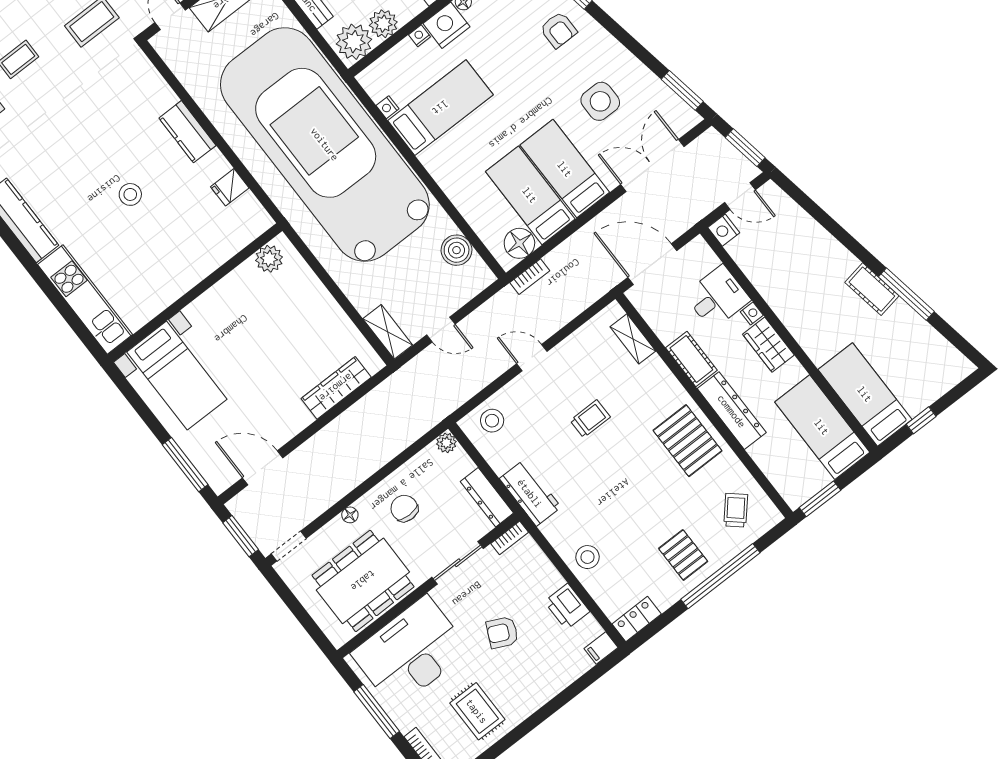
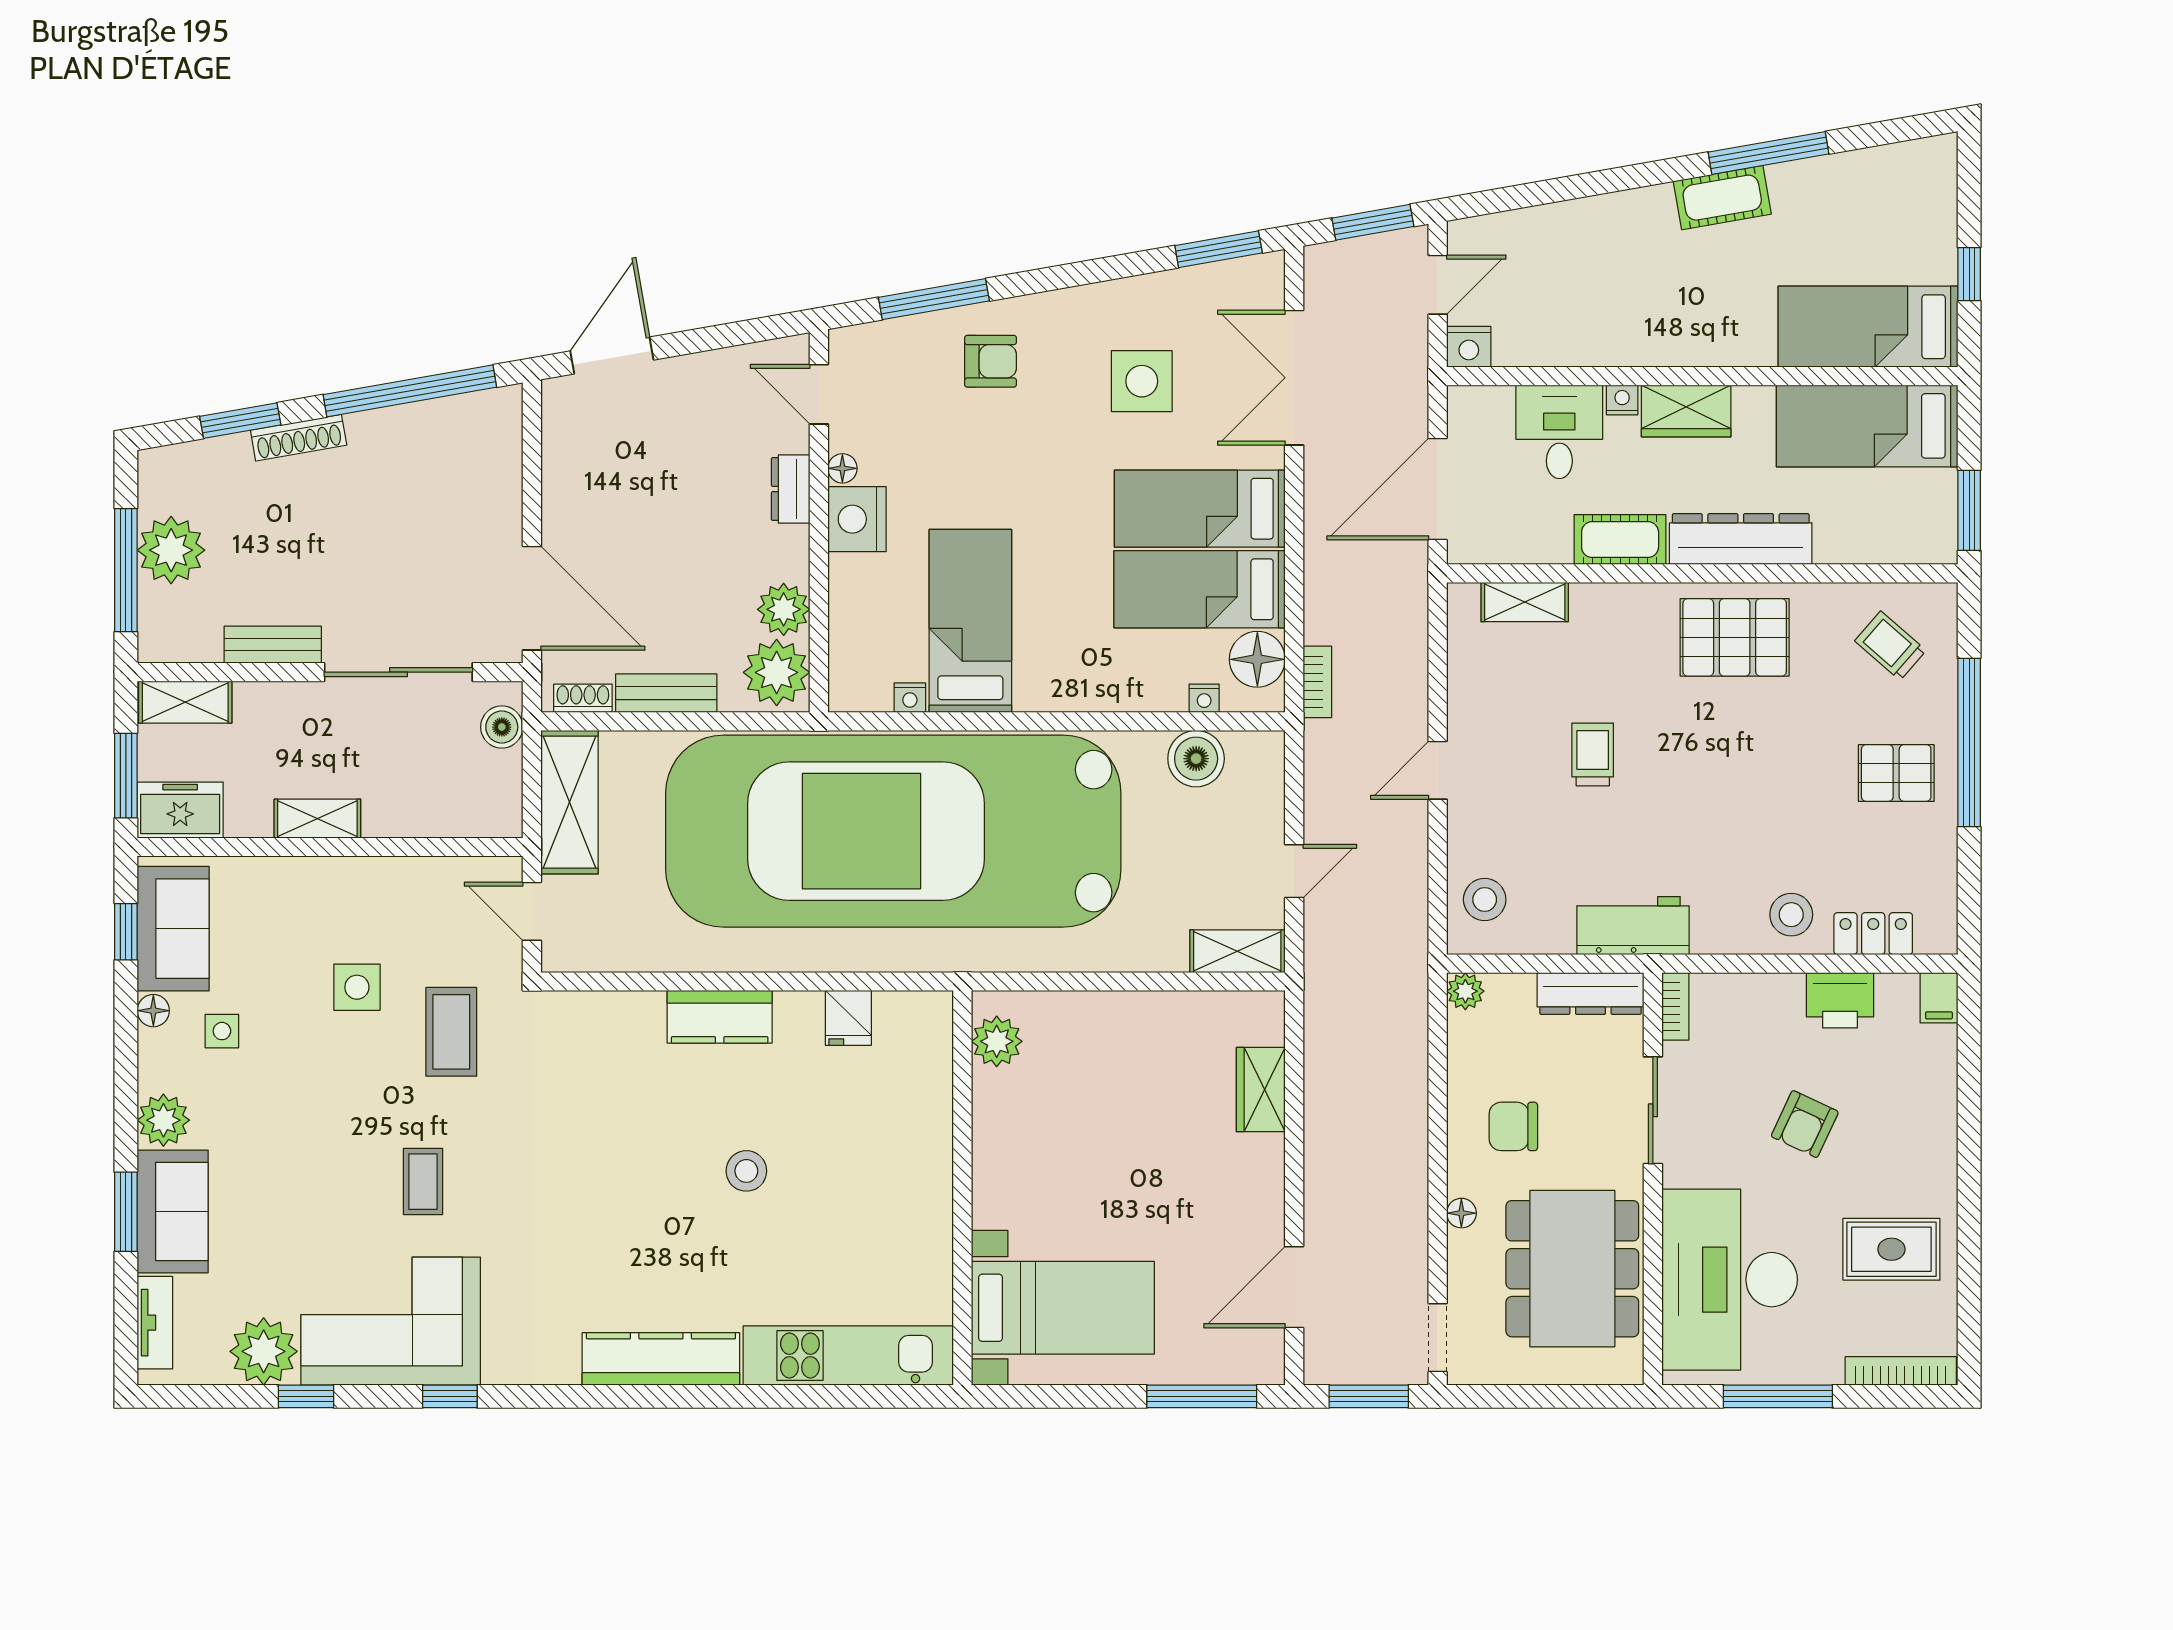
nightstand: (419, 36) -> (1204, 698), moved, turned -90
wardrobe: (336, 388) -> (1261, 1090), width x0.67
locker: (637, 619) -> (1873, 934), moved, turned 90

